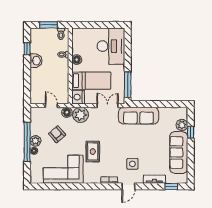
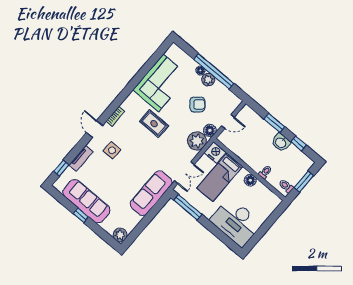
window: (27, 75) -> (274, 123), added
plant: (182, 125) -> (120, 235), moved
window: (191, 132) -> (81, 215), moved

